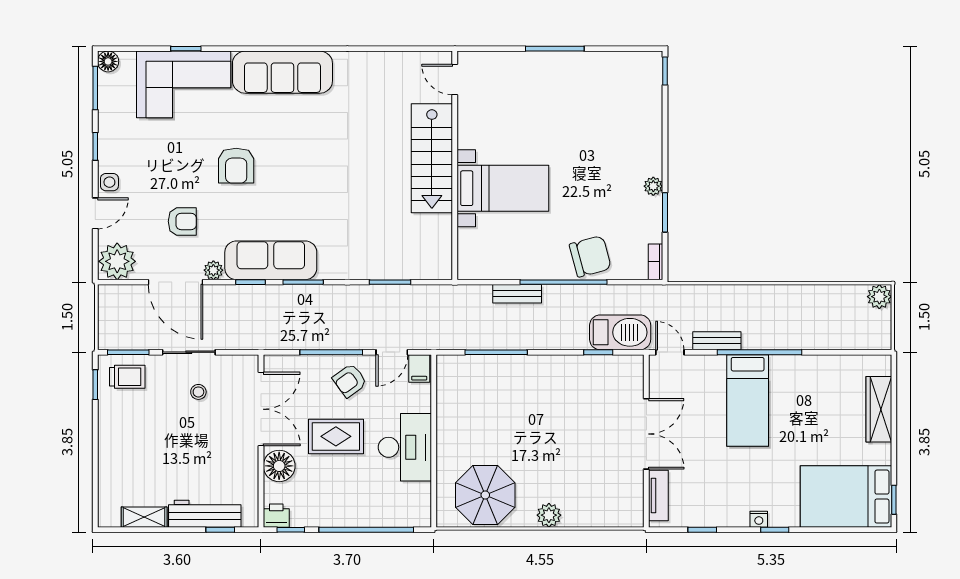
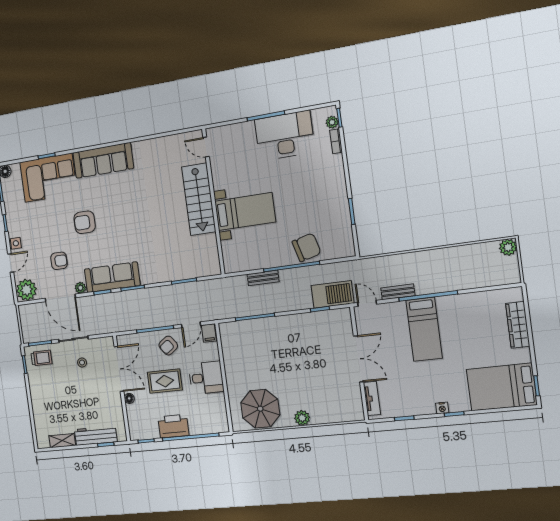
desk: (579, 83) -> (285, 136), added
armchair: (236, 166) -> (85, 222), turned 90
plant: (653, 186) -> (332, 122), moved
bookcase: (655, 262) -> (336, 141), moved
desk: (405, 447) -> (206, 378), width x0.73
floor lamp: (279, 466) -> (129, 398), width x0.53, depth x0.53
printer: (276, 516) -> (173, 426), moved, width x1.87, depth x1.48

